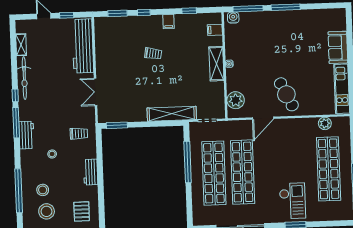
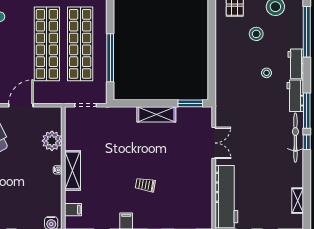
bicycle: (24, 78) -> (295, 138), moved
plant: (236, 100) -> (52, 141), moved
shelving: (172, 114) -> (156, 114), moved, width x0.68
trolley: (79, 134) -> (235, 95), removed
workbench: (91, 172) -> (296, 64), moved, turned 180
stool: (43, 190) -> (256, 34), moved

